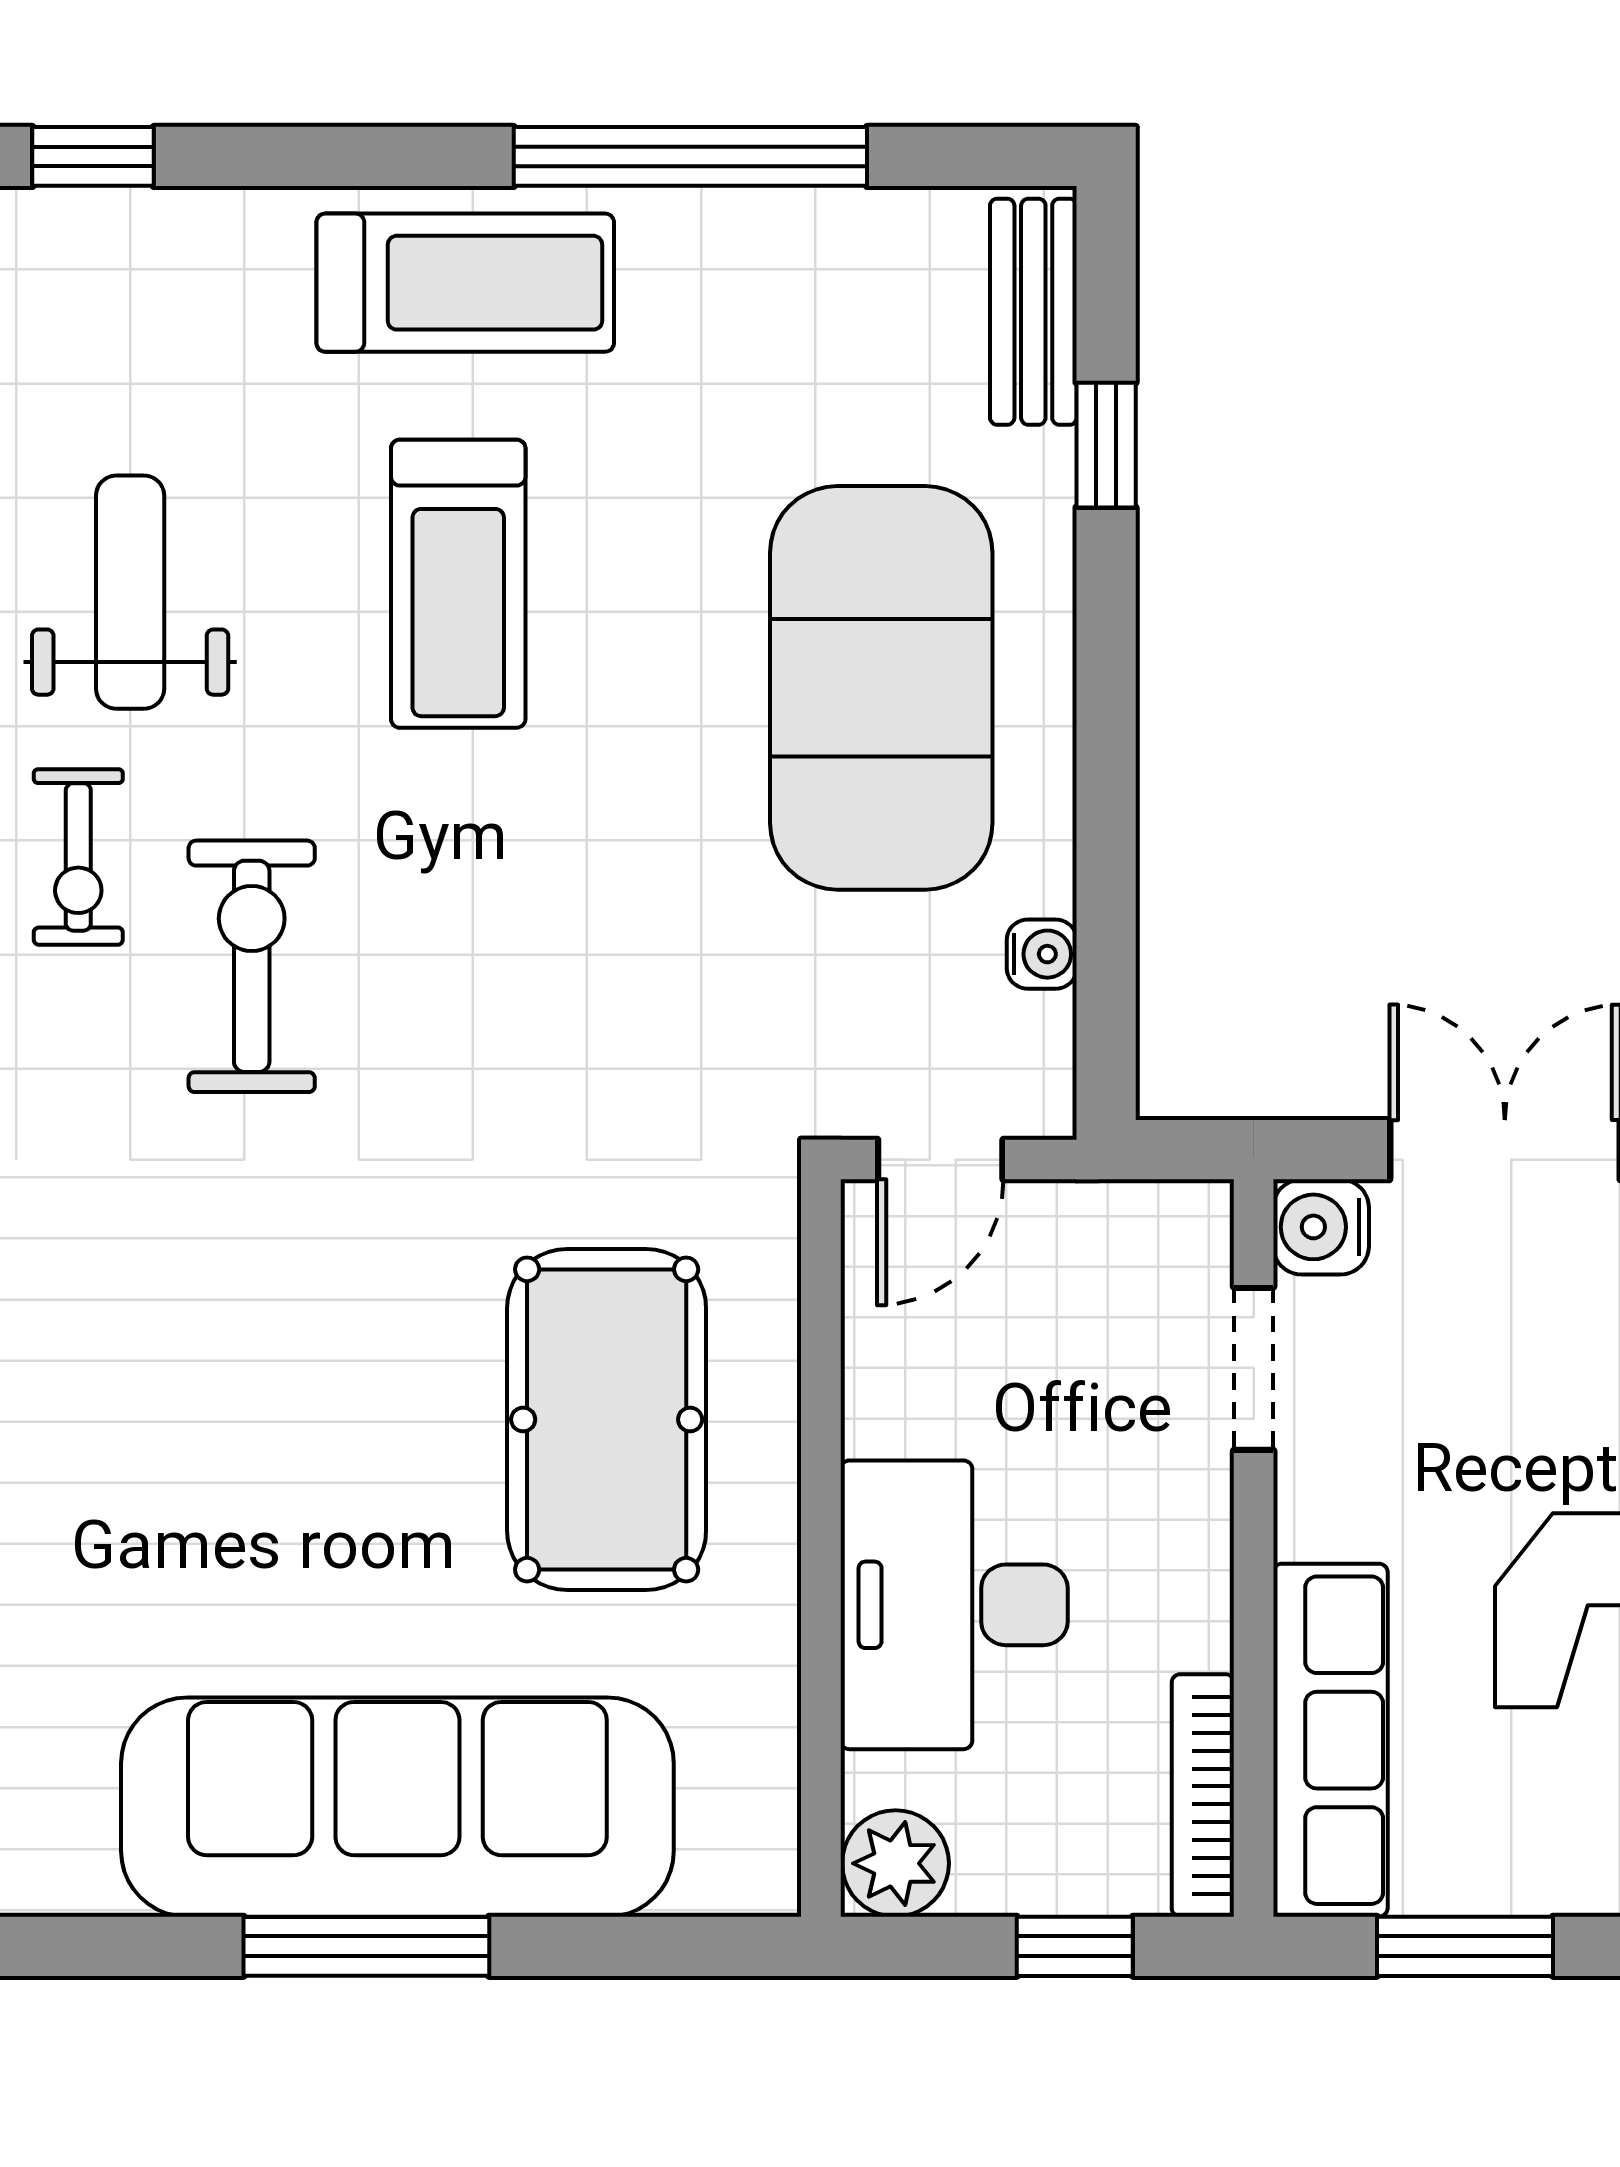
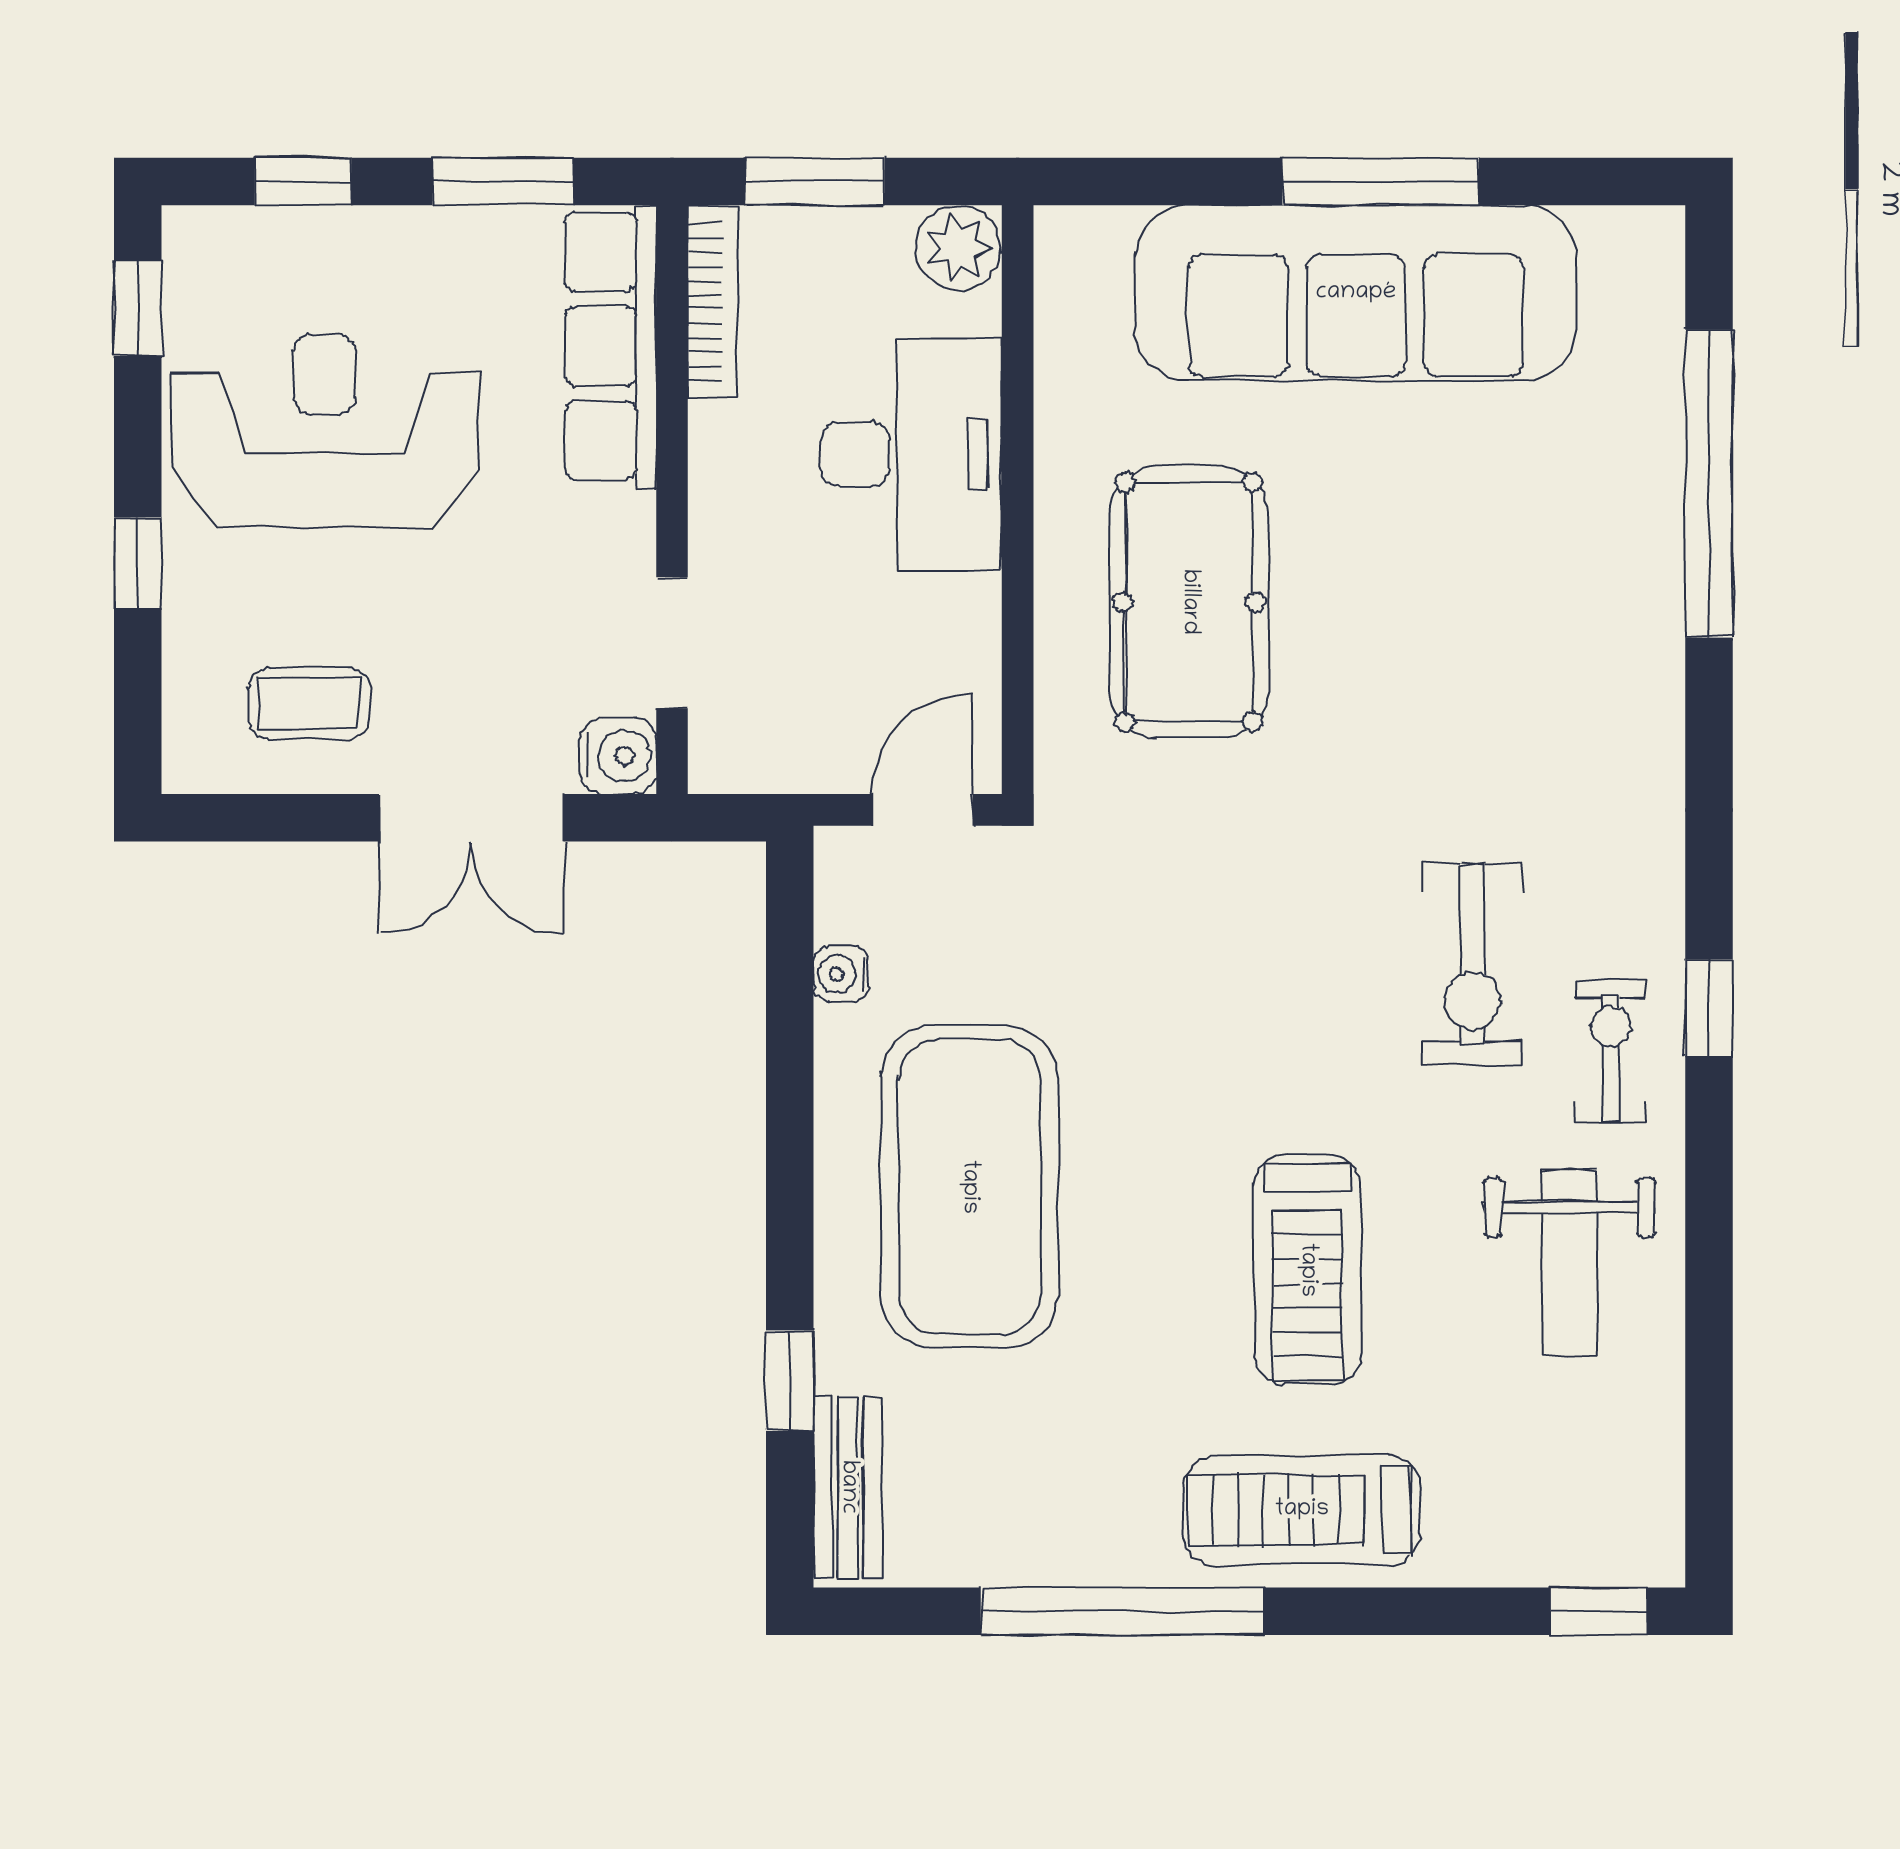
treadmill: (458, 584) -> (1307, 1270), turned 180
window: (1075, 1946) -> (815, 181), width x1.50

